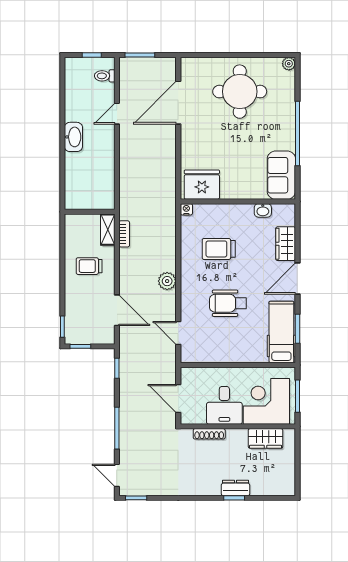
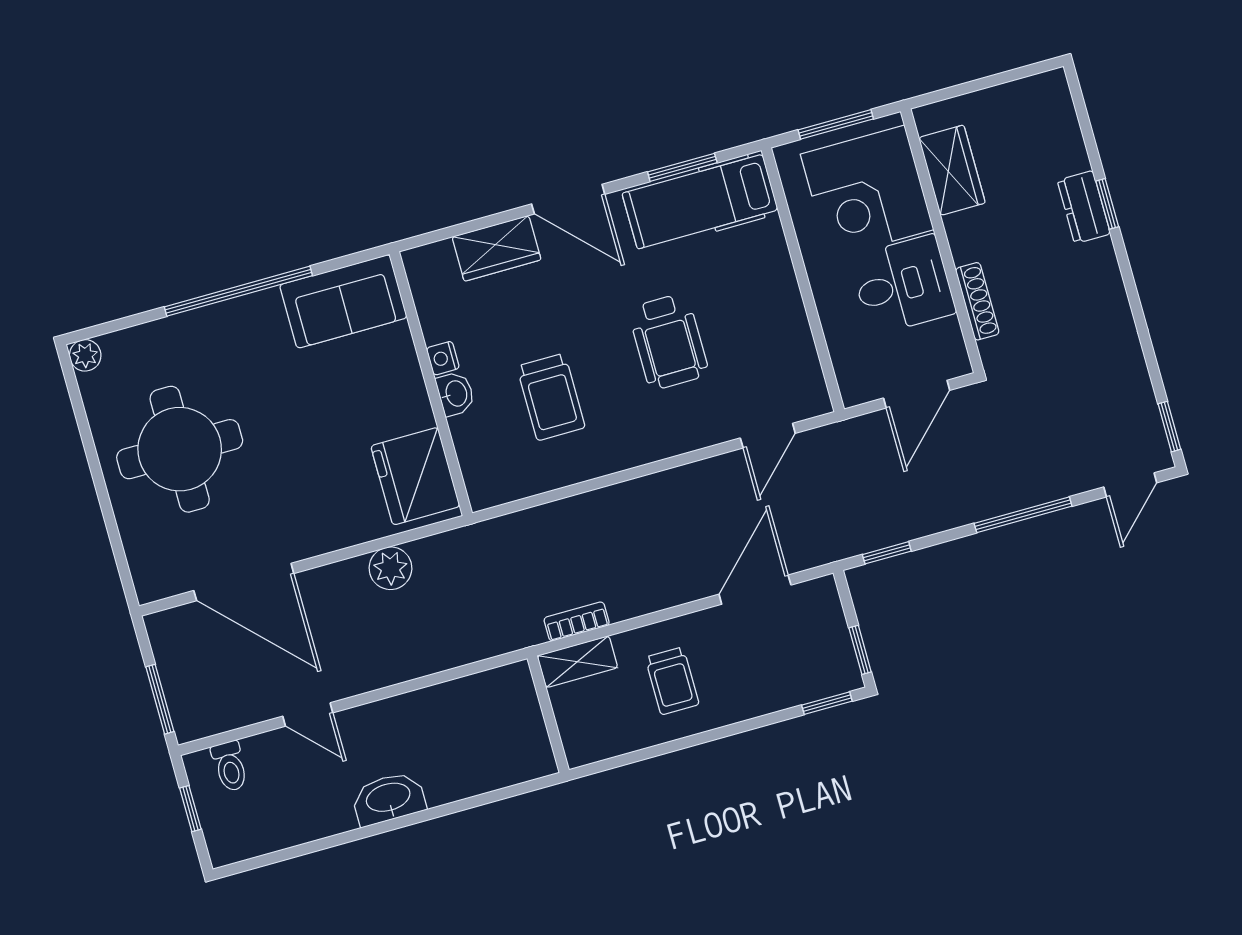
nightstand: (186, 209) -> (443, 358), moved
washbasin: (263, 210) -> (455, 394), moved
plant: (167, 281) -> (390, 568), moved

